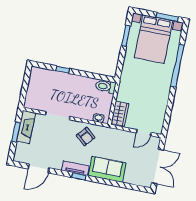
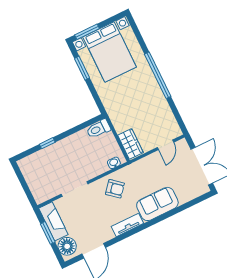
window: (167, 17) -> (87, 32), moved
window: (177, 66) -> (158, 75), moved
floor lamp: (22, 151) -> (67, 246), added
window: (79, 176) -> (136, 230), removed

